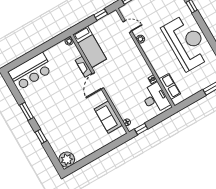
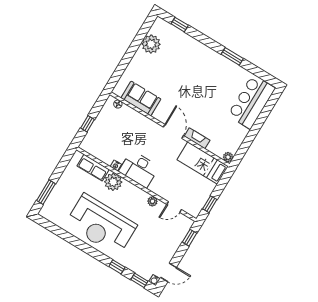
plant: (161, 68) -> (113, 182), added
desk: (155, 98) -> (139, 169), moved
window: (141, 129) -> (87, 124), moved
window: (41, 136) -> (180, 25), moved
plant: (67, 160) -> (151, 44), moved

